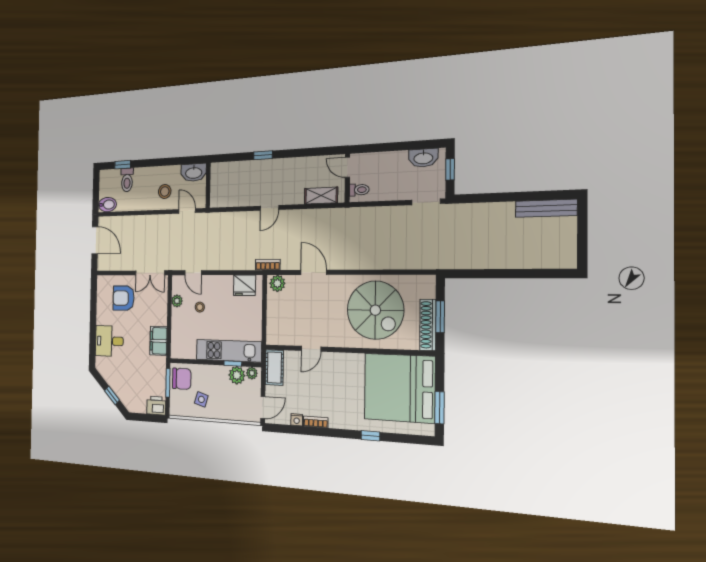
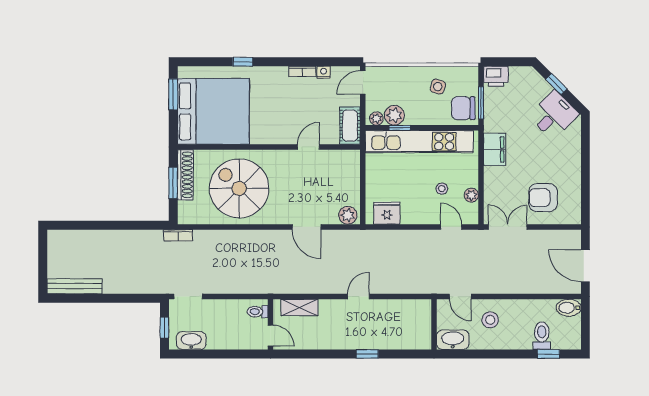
bookcase: (268, 265) -> (178, 235), moved
armchair: (124, 298) -> (543, 198), turned 180
desk: (109, 341) -> (554, 115), moved, turned -45
kitchen unit: (229, 351) -> (419, 142), width x1.36

